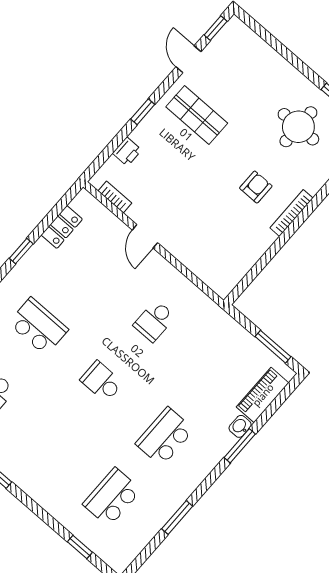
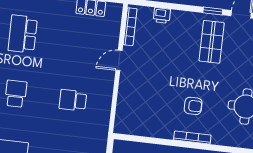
window: (143, 112) -> (213, 11), moved
bookcase: (115, 197) -> (130, 27), width x1.56
school desk: (38, 326) -> (23, 34), turned 180

